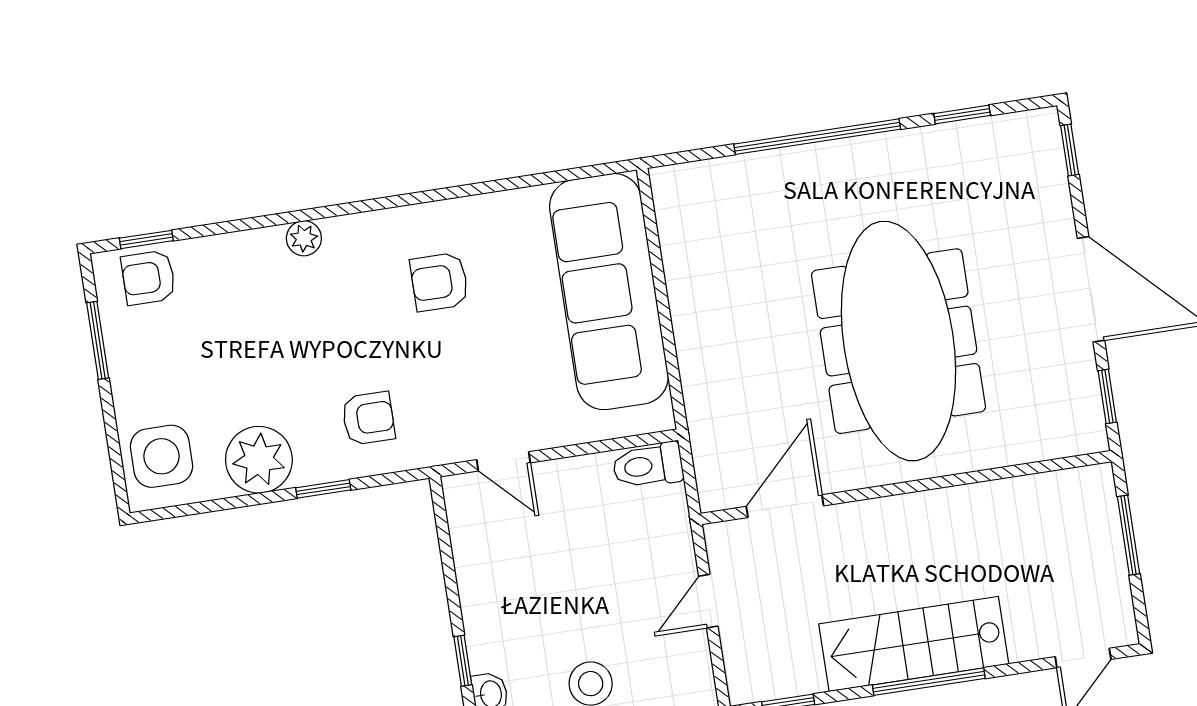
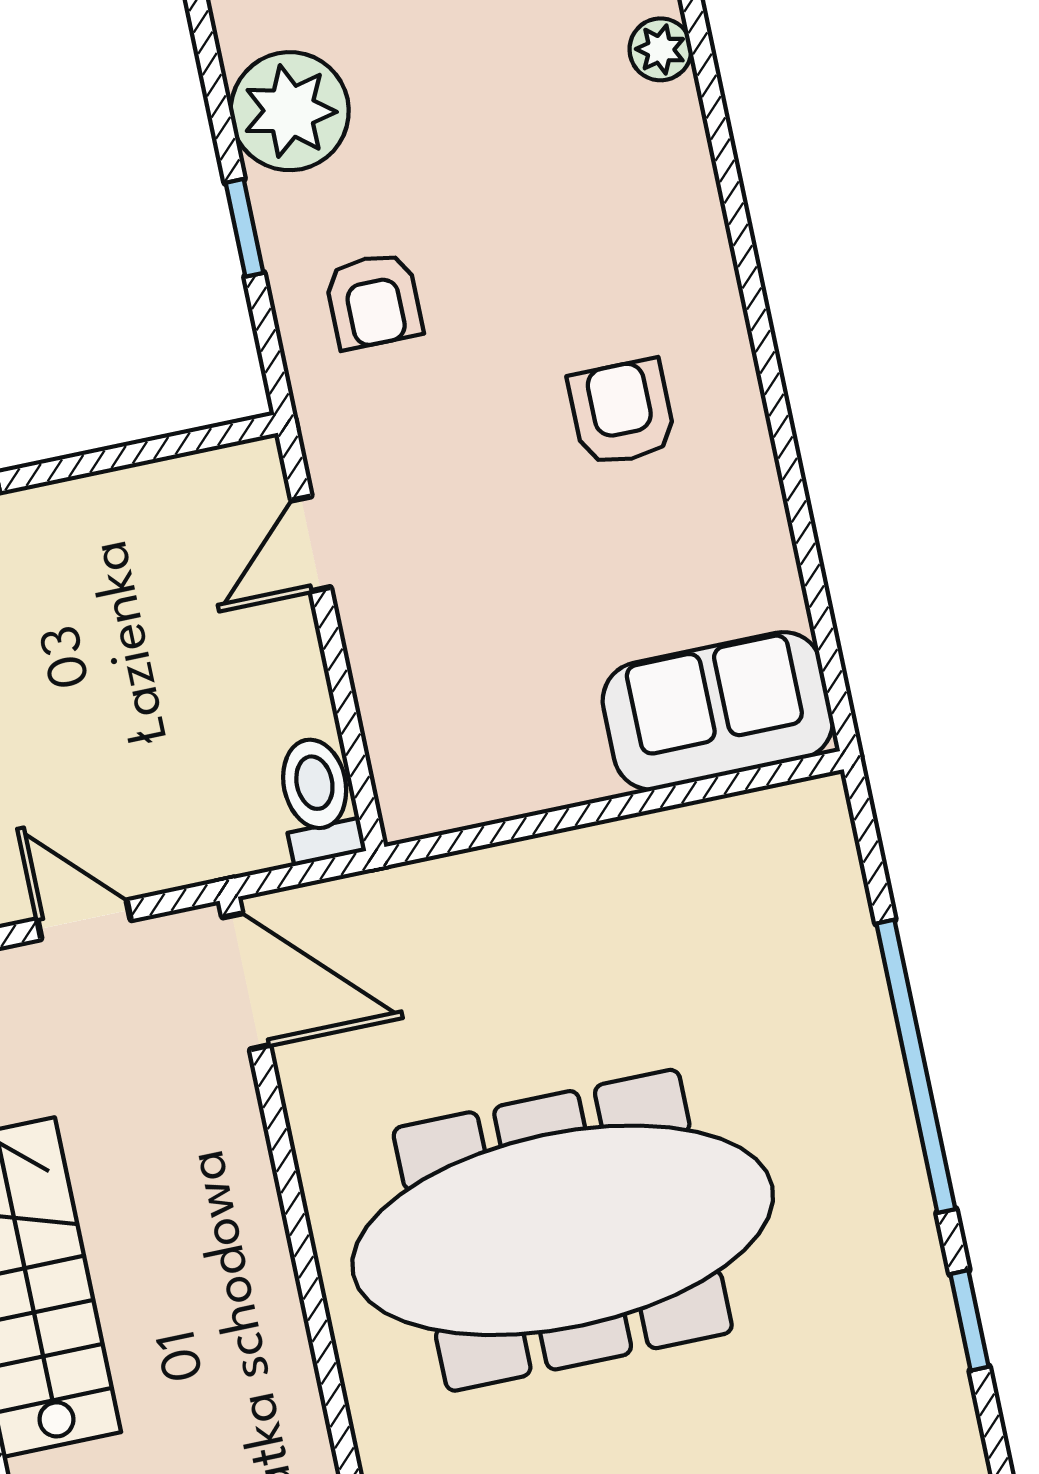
plant: (304, 238) -> (661, 49), moved
sofa: (609, 292) -> (718, 711), width x0.54, depth x0.79
door: (785, 506) -> (246, 981), moved

